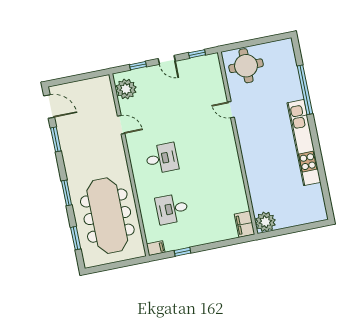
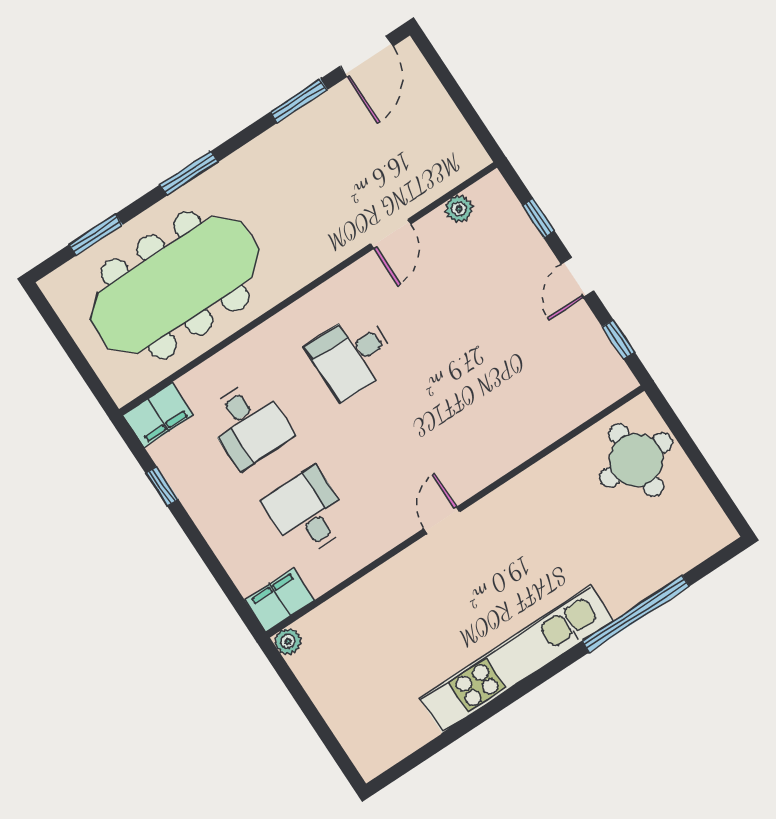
plant: (126, 89) -> (459, 209), width x0.53, depth x0.53
door: (231, 110) -> (442, 520), moved
desk: (162, 158) -> (352, 355), turned 90
desk: (215, 200) -> (307, 513), added
desk: (172, 209) -> (249, 424), turned 180
plant: (265, 222) -> (288, 641), width x0.53, depth x0.53
filing cabinet: (156, 248) -> (158, 415), width x2.00

